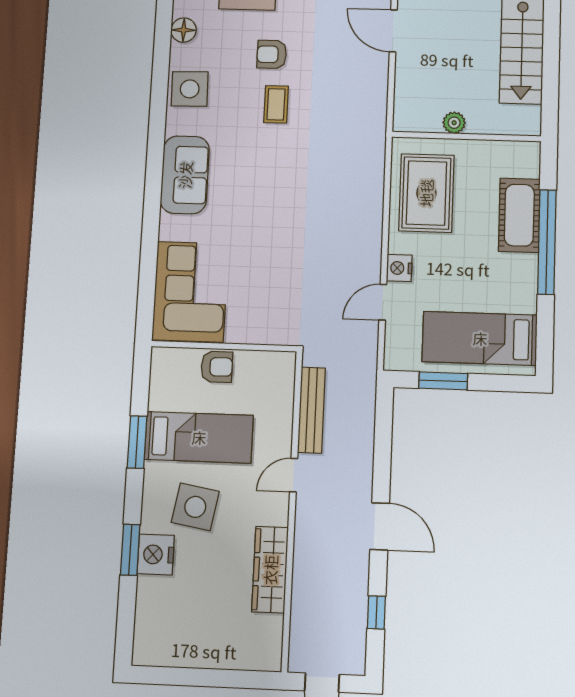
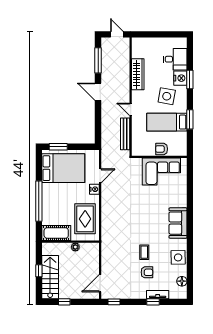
door: (393, 31) -> (100, 283), swing flipped
window: (551, 66) -> (39, 271), added
cot: (519, 215) -> (56, 233), moved, turned 90
corner sofa: (190, 292) -> (161, 172), moved, turned -90
bed: (480, 338) -> (63, 168), width x1.50
window: (443, 381) -> (58, 147), moved
door: (294, 475) -> (131, 109), swing flipped
desk: (167, 607) -> (175, 59), added
window: (376, 612) -> (98, 60), width x2.17

